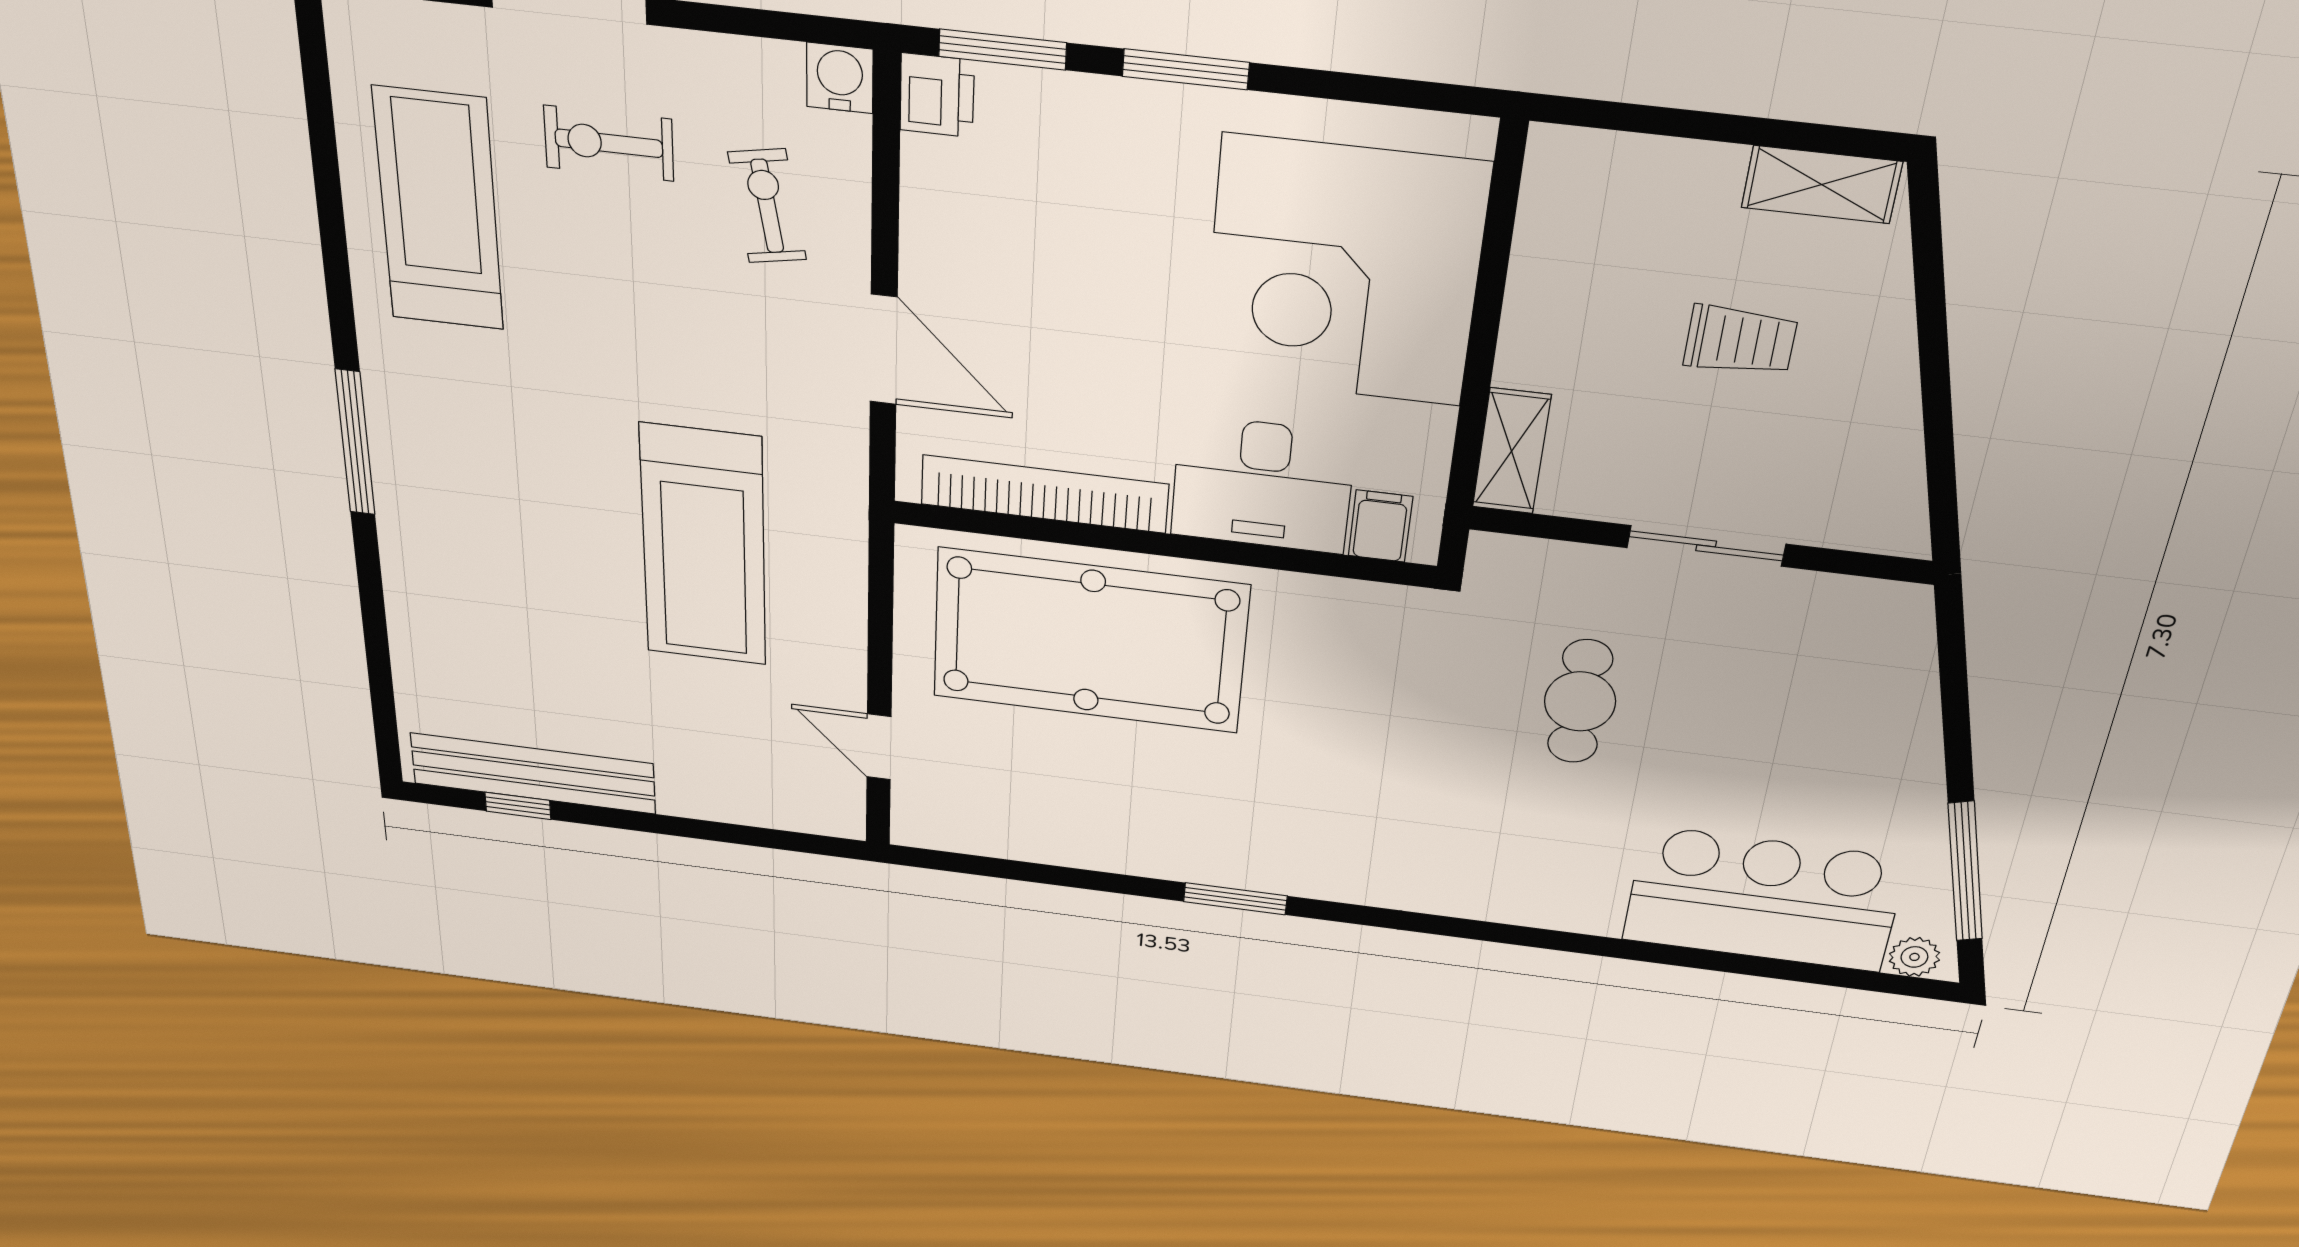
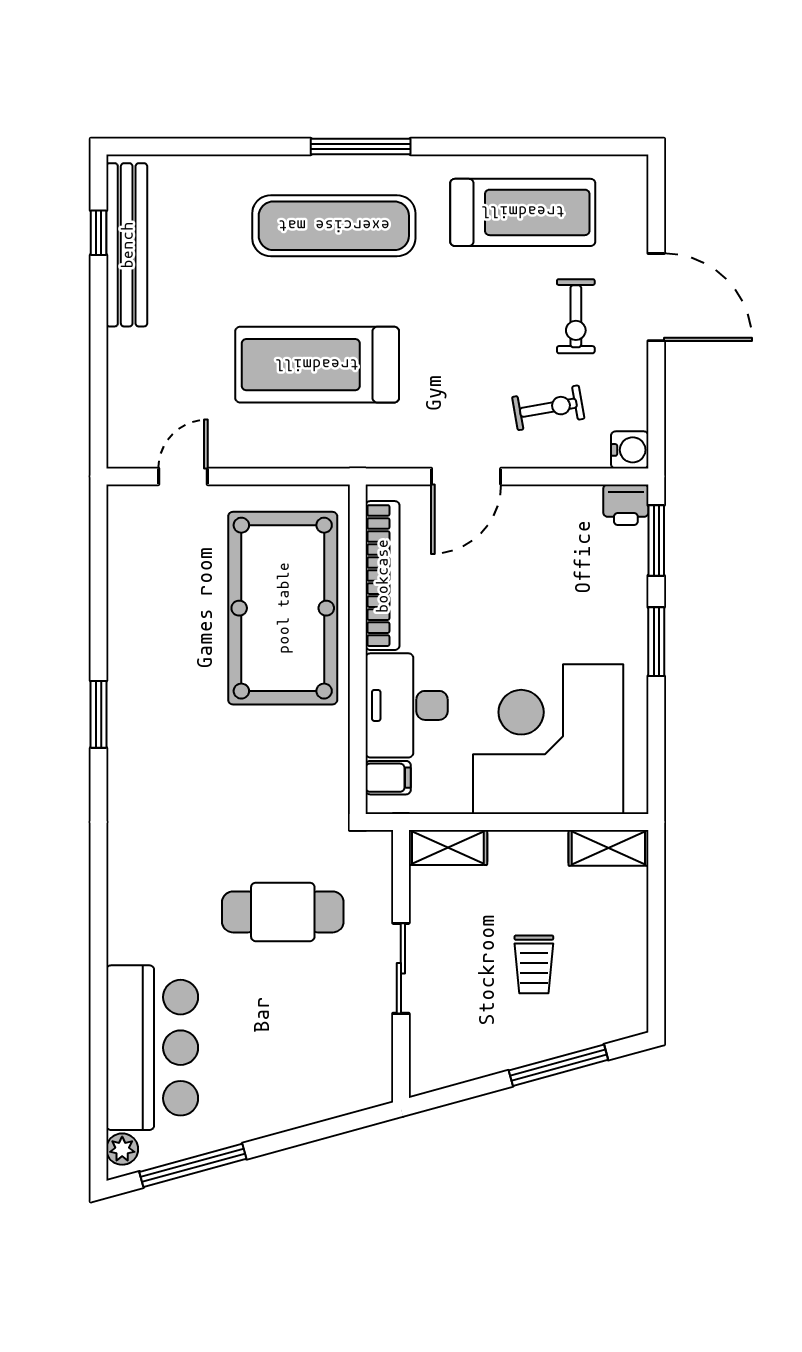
exercise bike: (609, 143) -> (576, 316), turned 180
shelving: (1822, 185) -> (608, 848), moved, turned 90
window: (1932, 321) -> (558, 1065), added
exercise mat: (483, 496) -> (334, 226), added
cafe table: (1580, 701) -> (283, 912), width x1.37, depth x1.35

